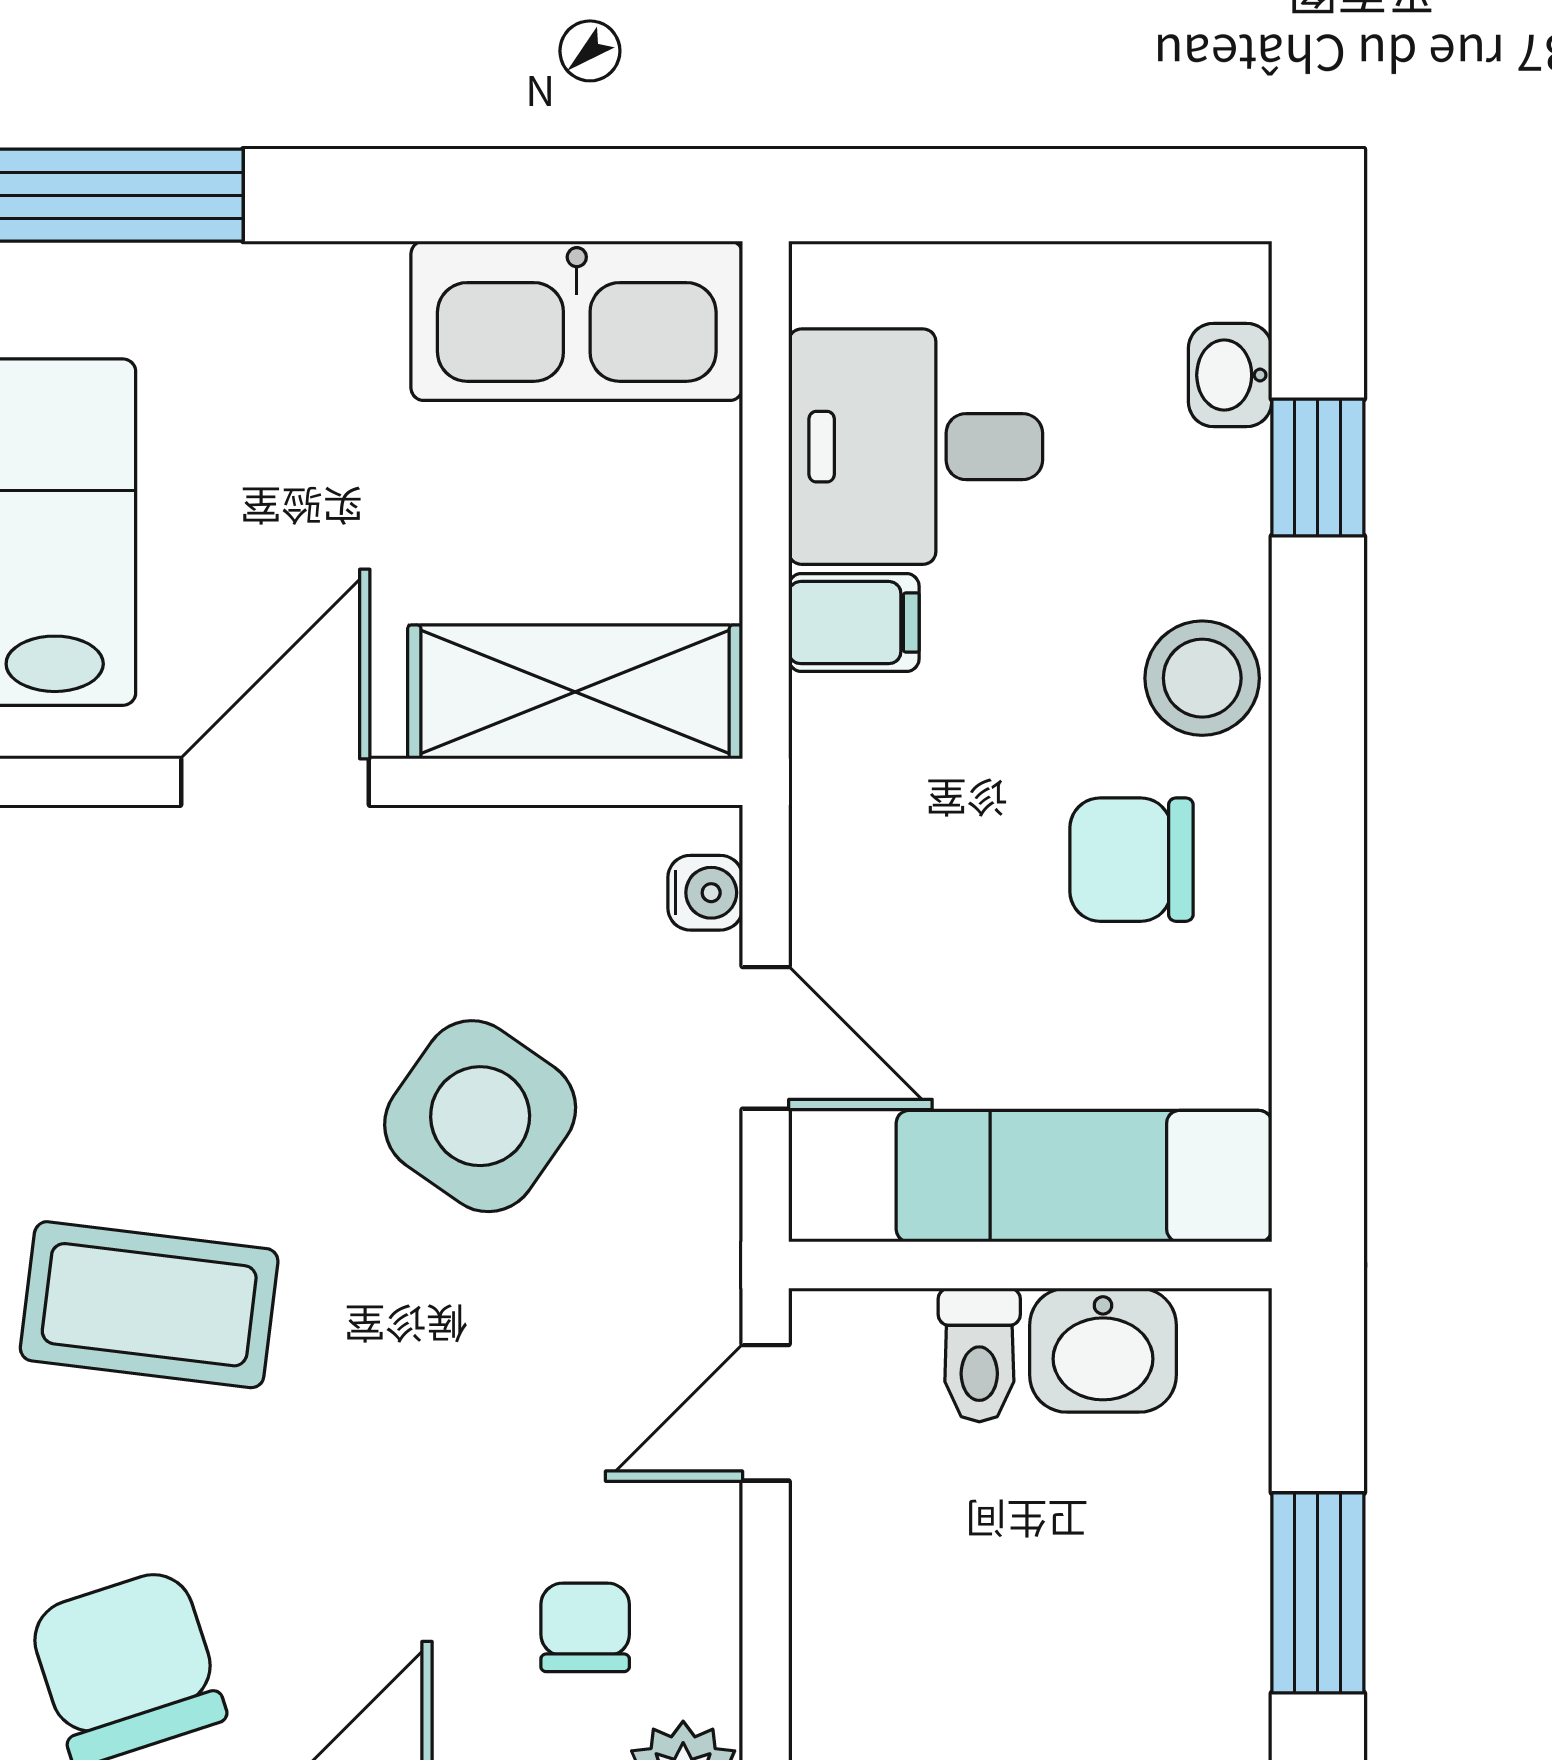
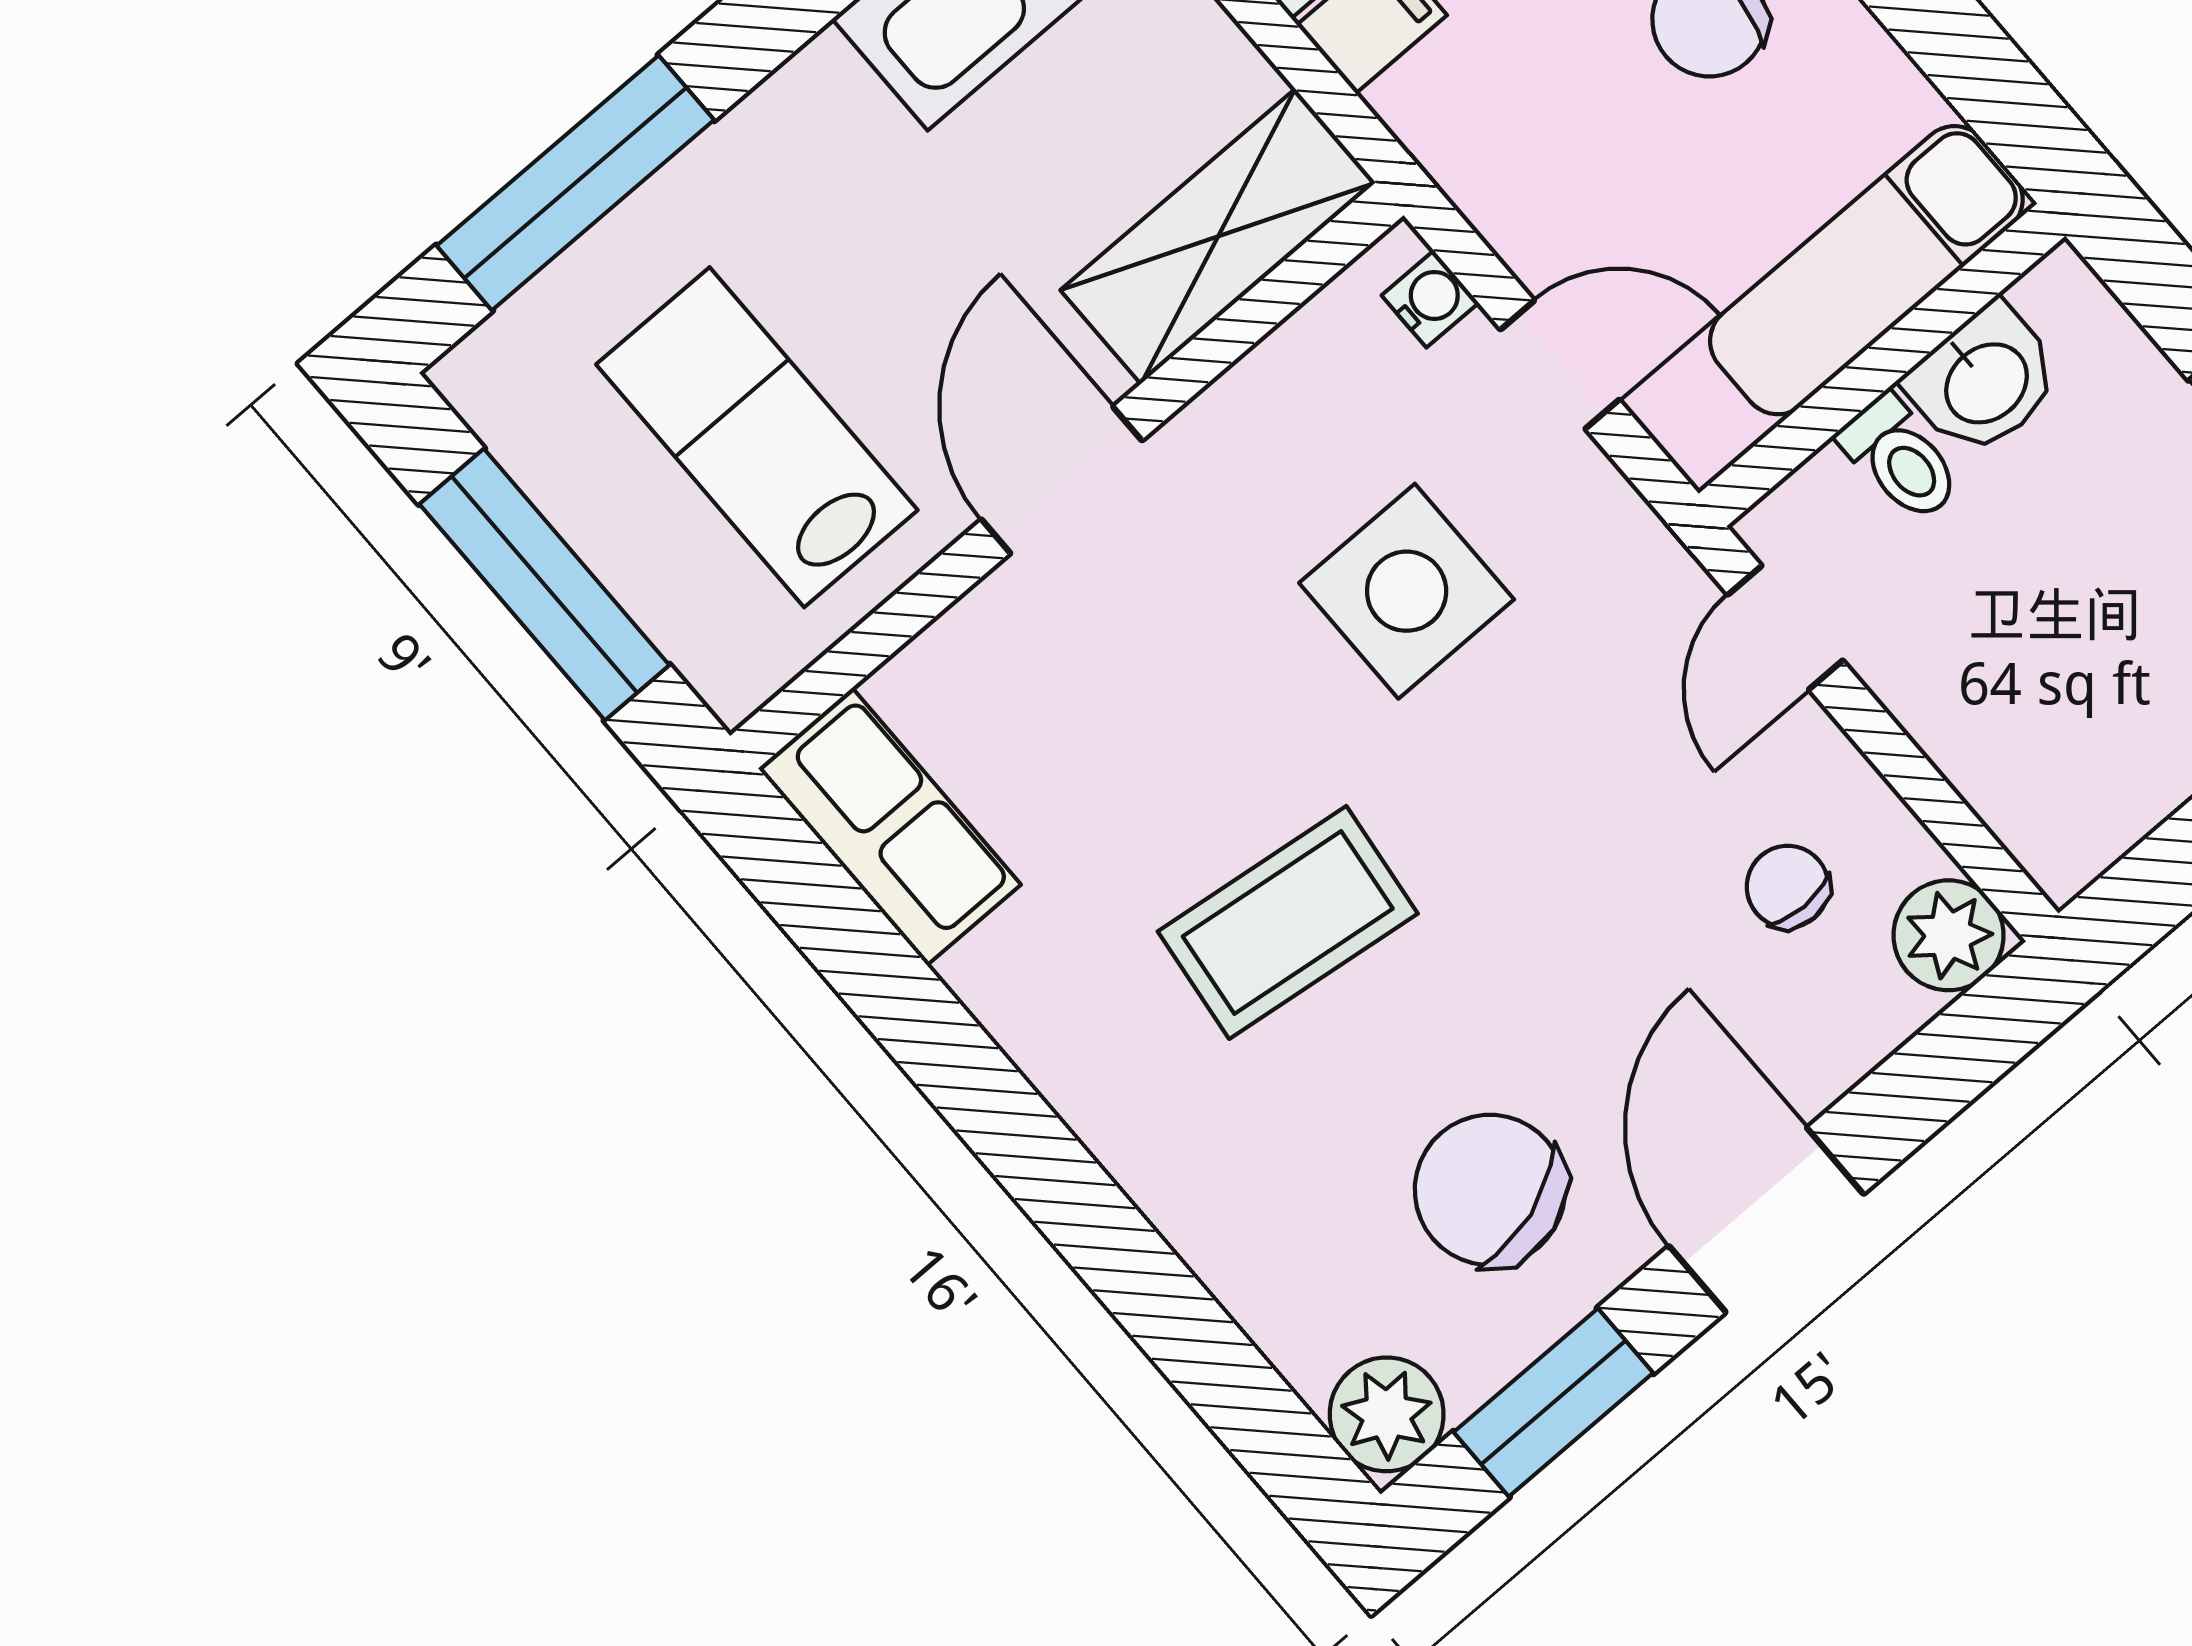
side table: (480, 1116) -> (1407, 591), turned -35

